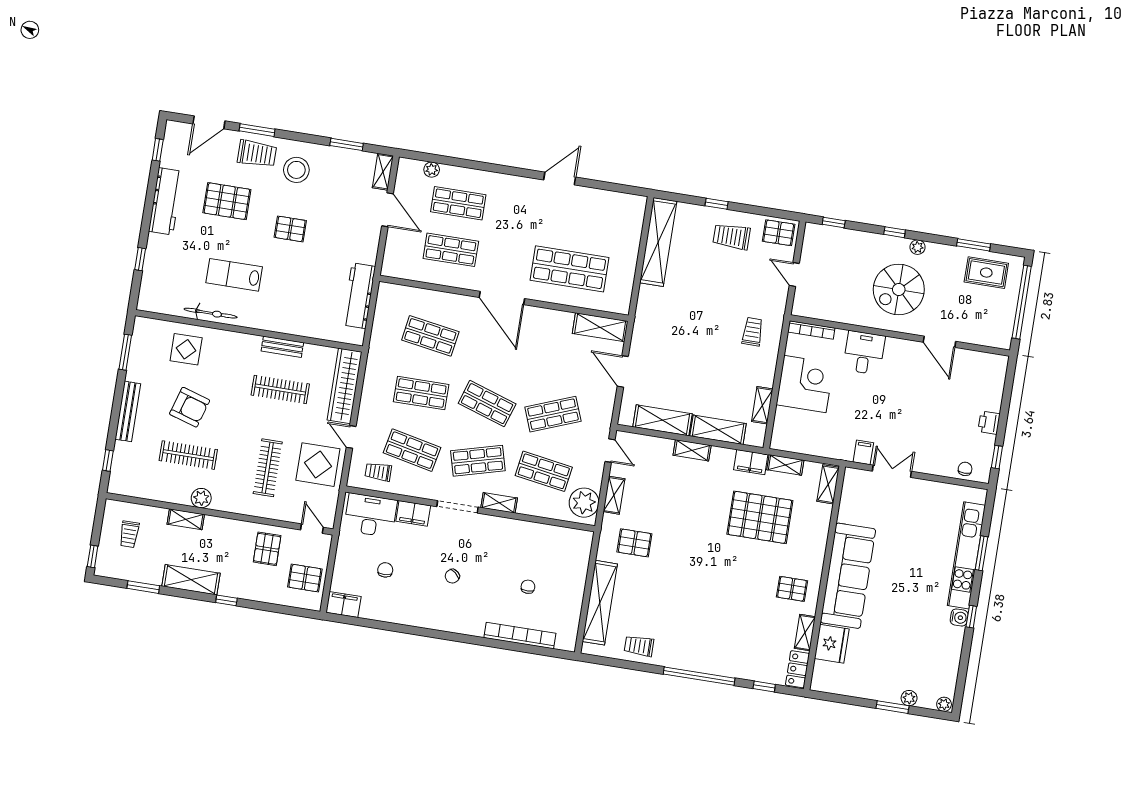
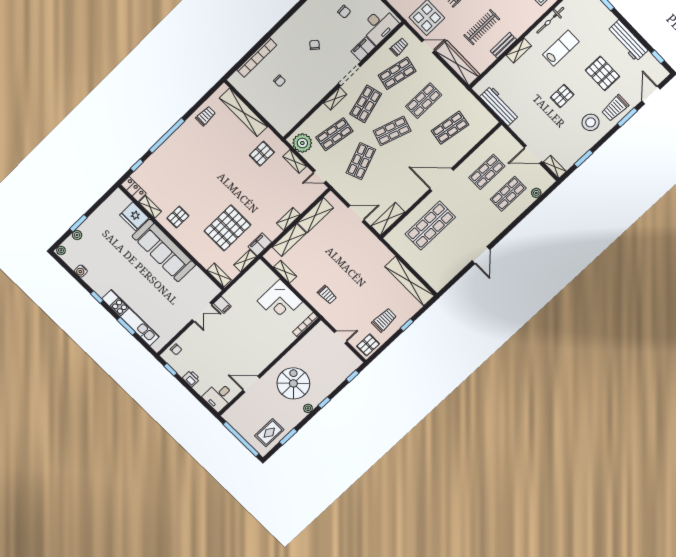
pallet: (227, 201) -> (602, 73), turned 90
shelving: (275, 324) -> (519, 50), added
desk: (864, 353) -> (219, 396), moved, turned 90
water cooler: (959, 618) -> (81, 271), moved

